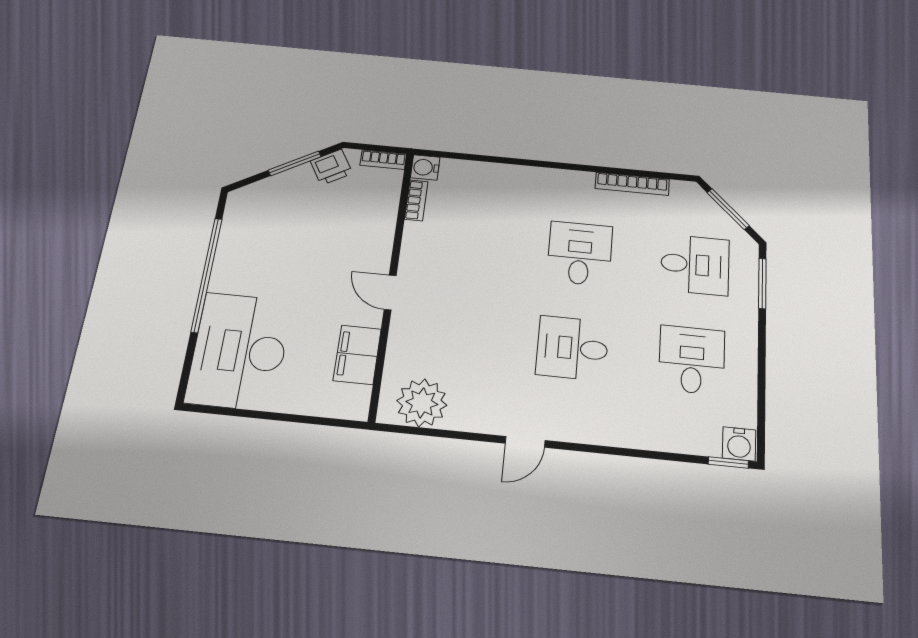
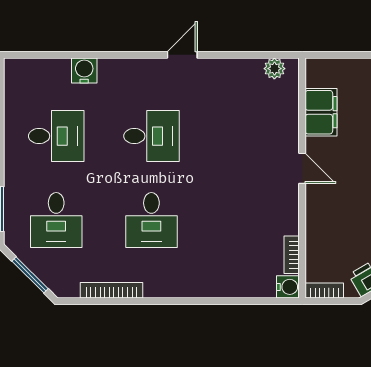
desk: (695, 265) -> (56, 220), turned -90
desk: (692, 360) -> (56, 136), turned -90
plant: (422, 403) -> (274, 69), width x0.53, depth x0.53
water cooler: (739, 444) -> (84, 71), moved
window: (728, 462) -> (25, 55), removed

